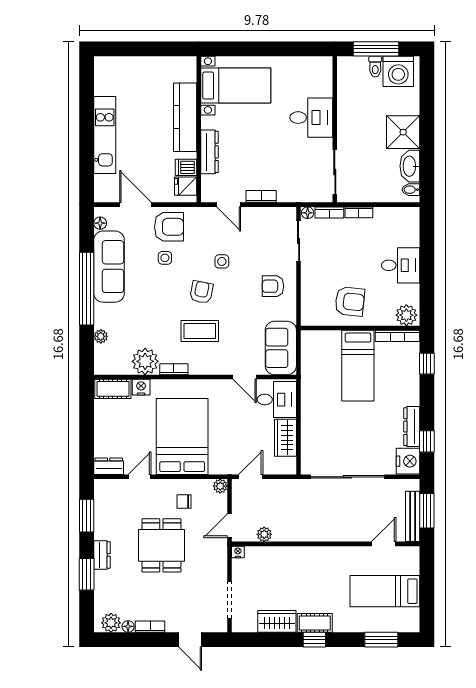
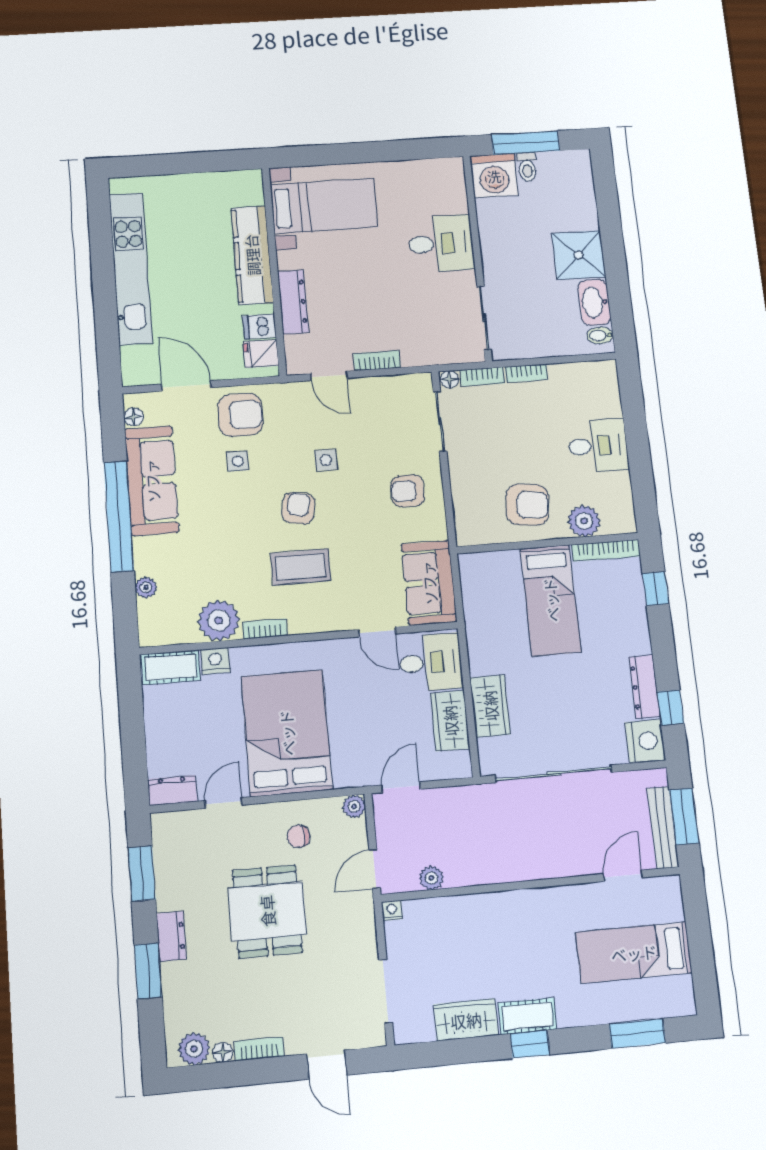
washing machine: (398, 71) -> (494, 176), moved
kitchen unit: (105, 135) -> (131, 268), width x1.36
plant: (406, 315) -> (584, 521), moved
wardrobe: (312, 431) -> (490, 706), added

